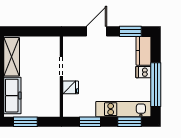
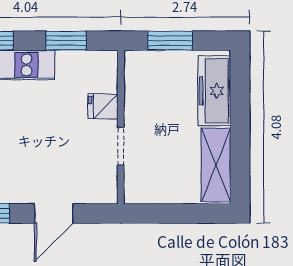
window: (25, 122) -> (170, 41), moved

